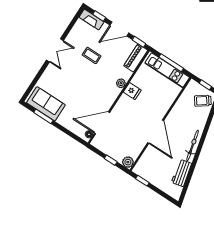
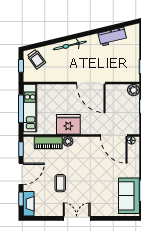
door: (119, 29) -> (21, 174), hinge flipped
piano: (136, 58) -> (48, 143), moved
fridge: (132, 91) -> (68, 124), width x1.88, depth x1.34
door: (156, 132) -> (91, 83), swing flipped
bicycle: (193, 145) -> (70, 45), moved

